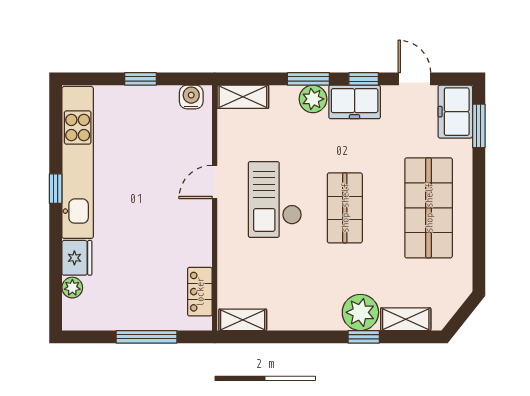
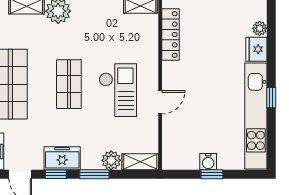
water cooler: (191, 97) -> (208, 162), moved
plant: (313, 99) -> (111, 160), moved
locker: (200, 292) -> (170, 35), width x1.53

